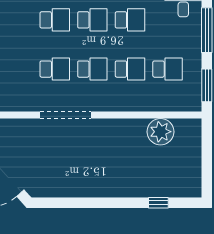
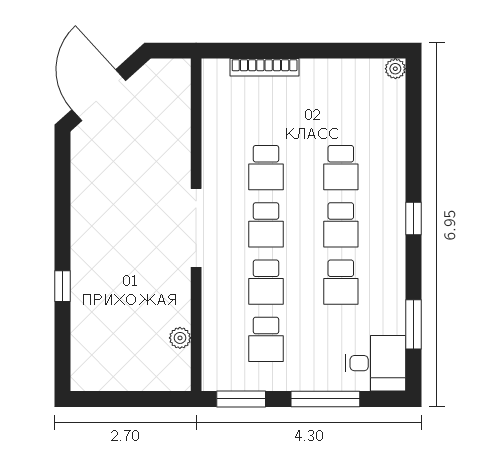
doorway: (66, 115) -> (196, 228), moved
plant: (160, 132) -> (180, 338), width x0.53, depth x0.53
window: (158, 203) -> (62, 286), moved

